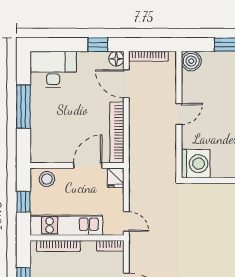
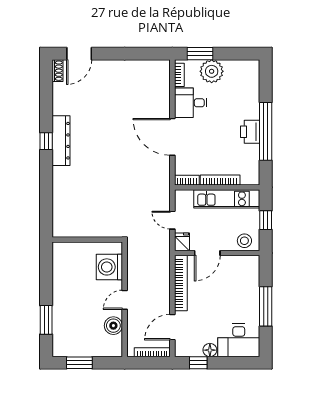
floor lamp: (116, 59) -> (210, 350), moved
boiler: (191, 61) -> (113, 326), moved
door: (126, 84) -> (172, 327), swing flipped
washing machine: (196, 164) -> (109, 267), moved
door: (126, 221) -> (172, 220), moved
bookcase: (58, 246) -> (220, 180), moved

